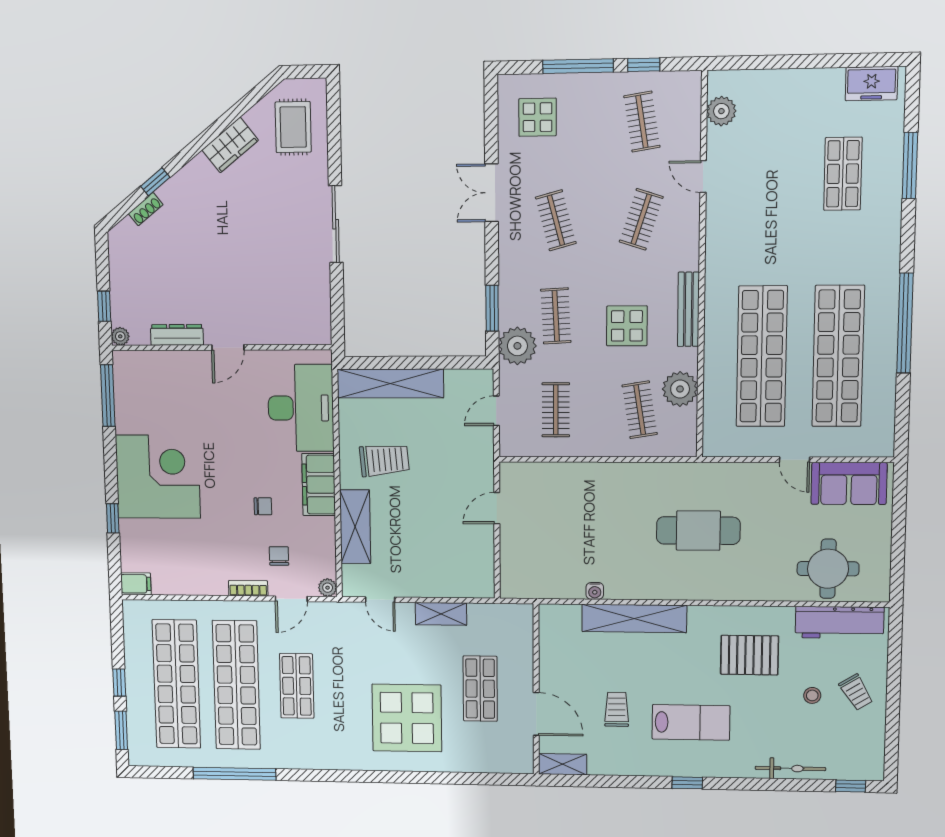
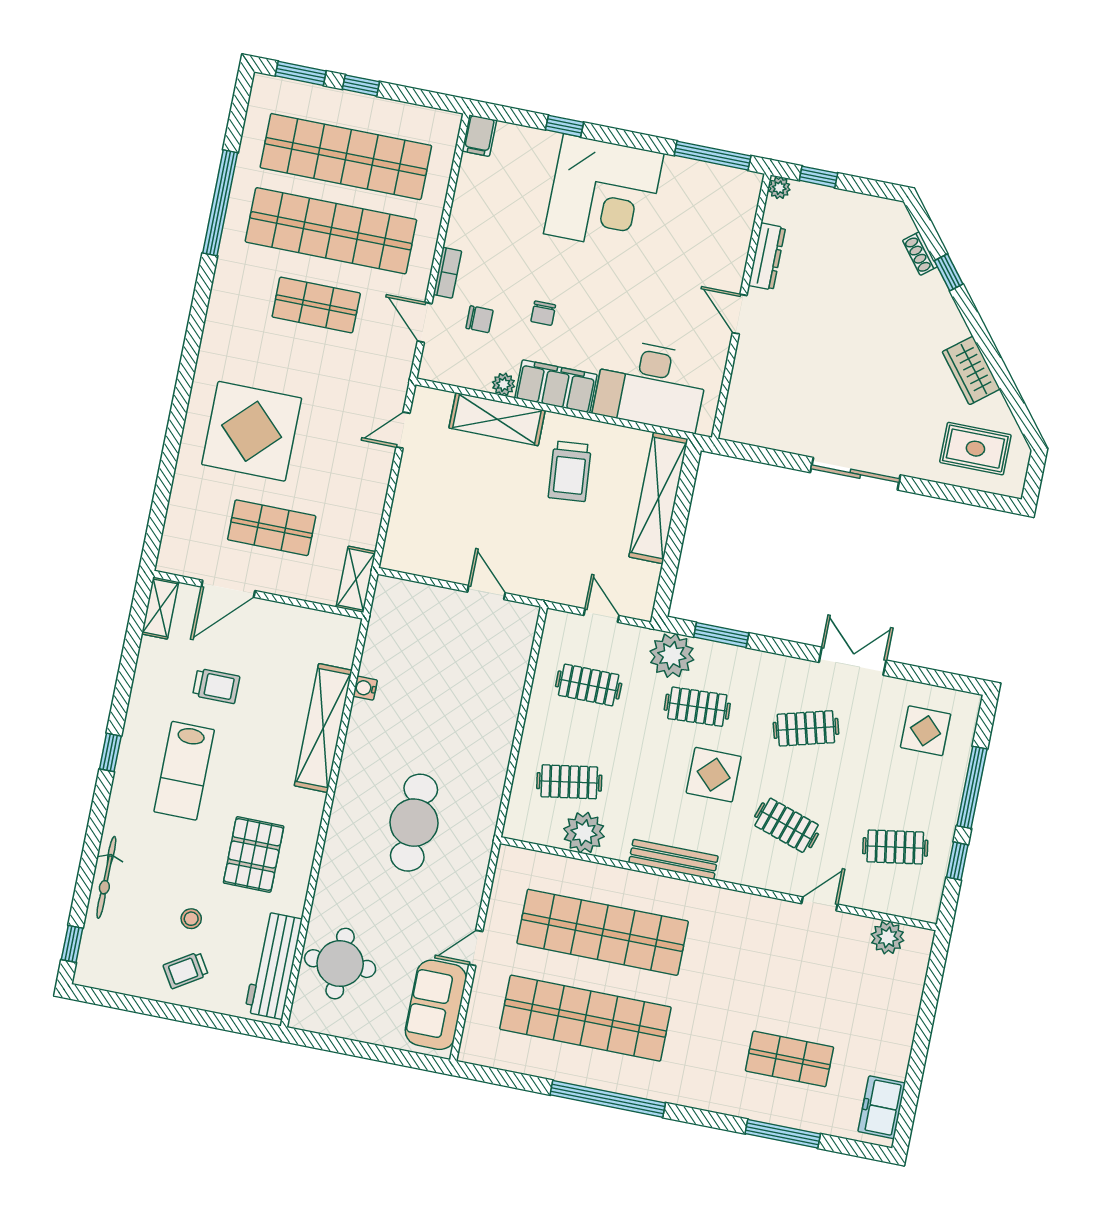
display table: (627, 326) -> (714, 775), moved
plant: (328, 588) -> (504, 384), moved
shelving: (441, 614) -> (356, 579), moved

